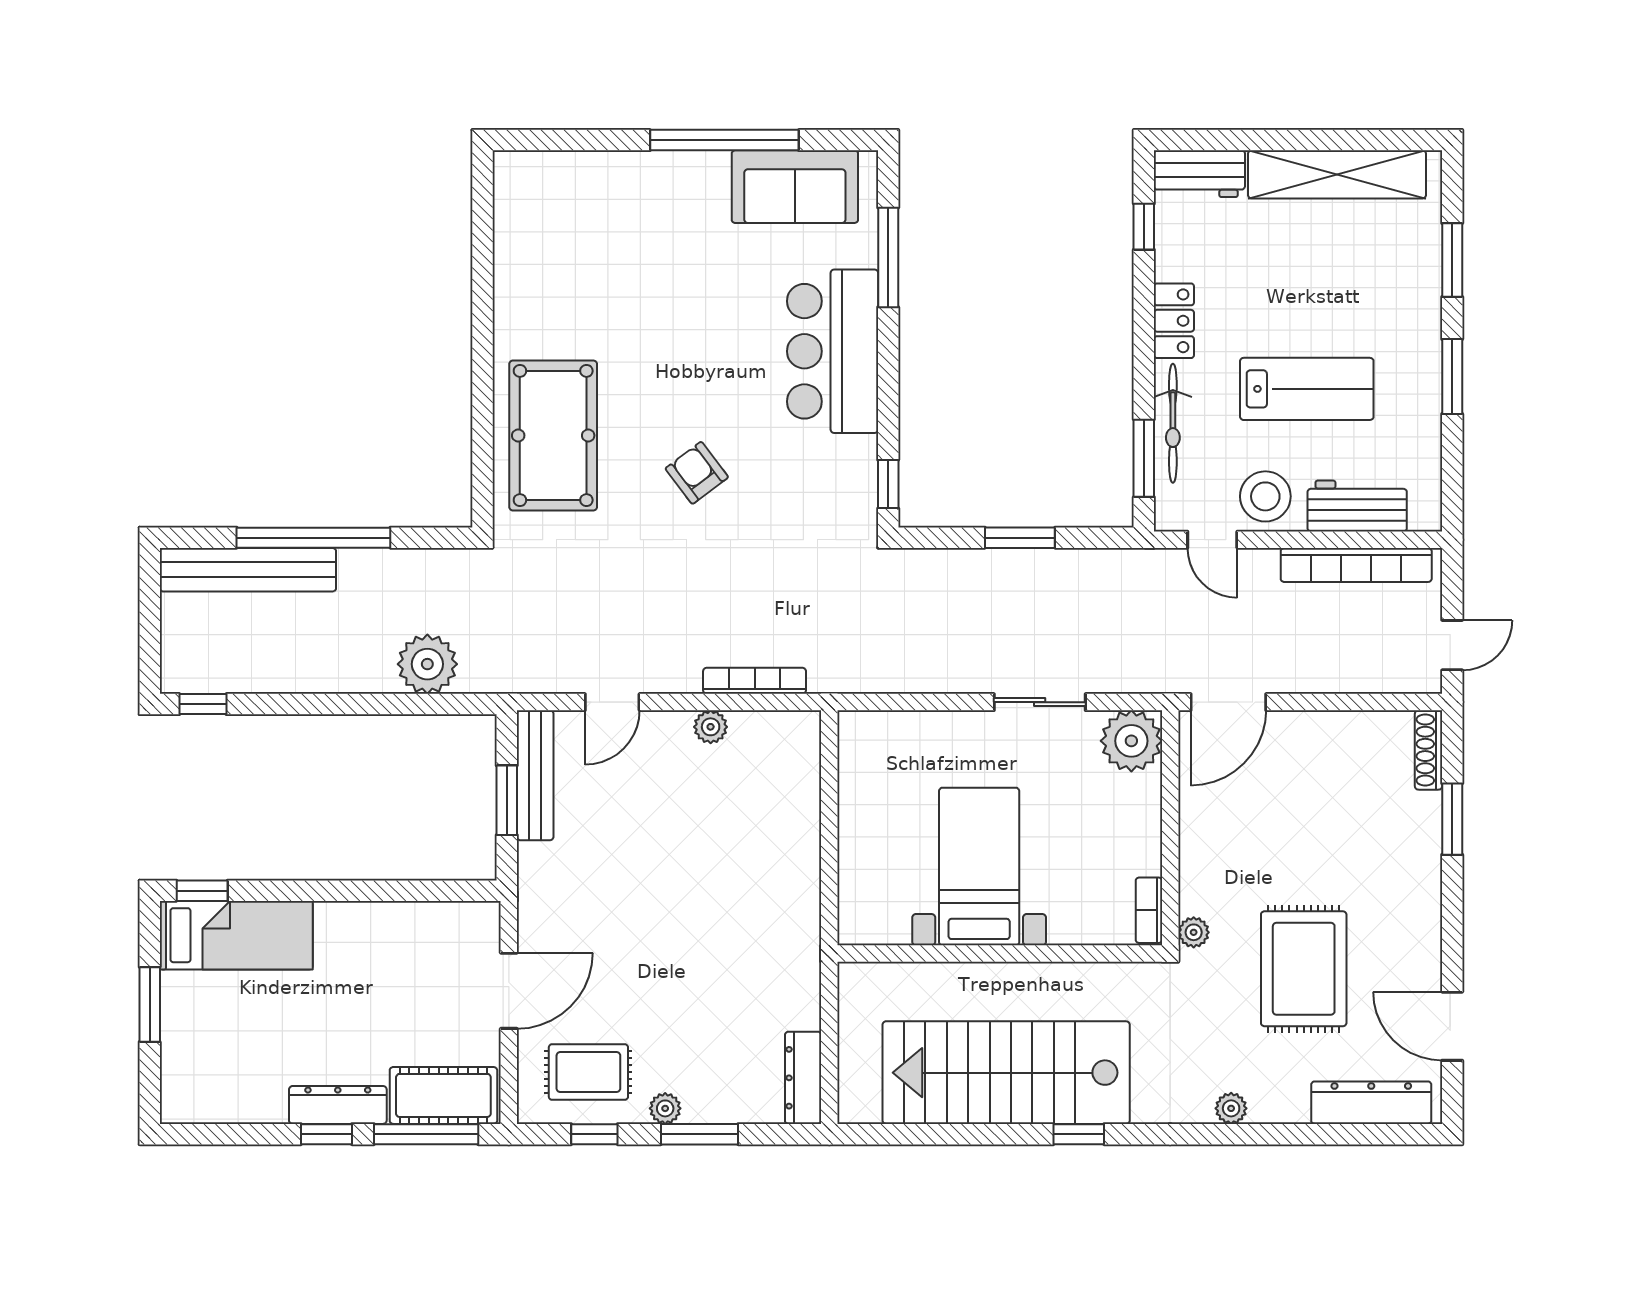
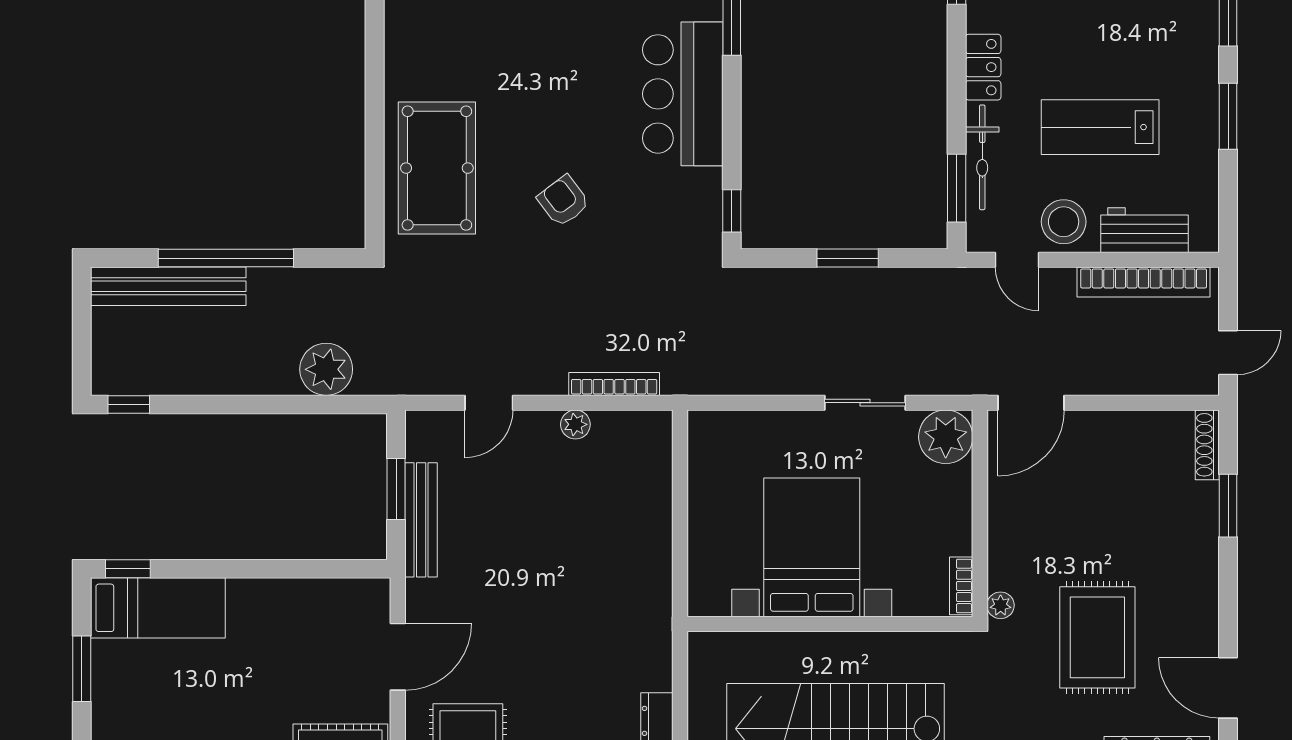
lab bench: (1307, 389) -> (1100, 127), turned 180
bench: (535, 775) -> (421, 520), moved
bed with nightstands: (979, 867) -> (812, 547), width x1.36

